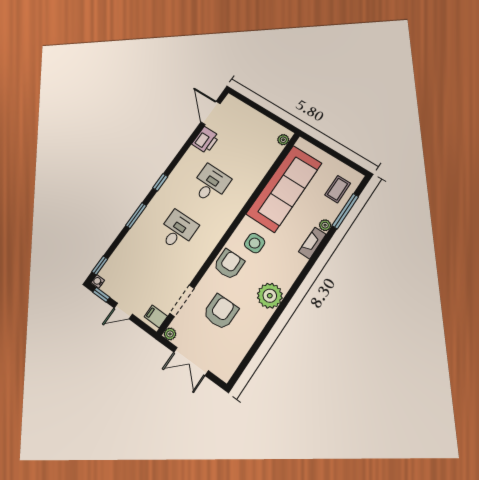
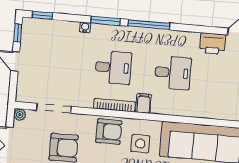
window: (160, 182) -> (149, 25), width x2.17
bookcase: (209, 247) -> (114, 105), added
water cooler: (98, 281) -> (85, 27), moved
filing cabinet: (156, 316) -> (144, 103), moved

